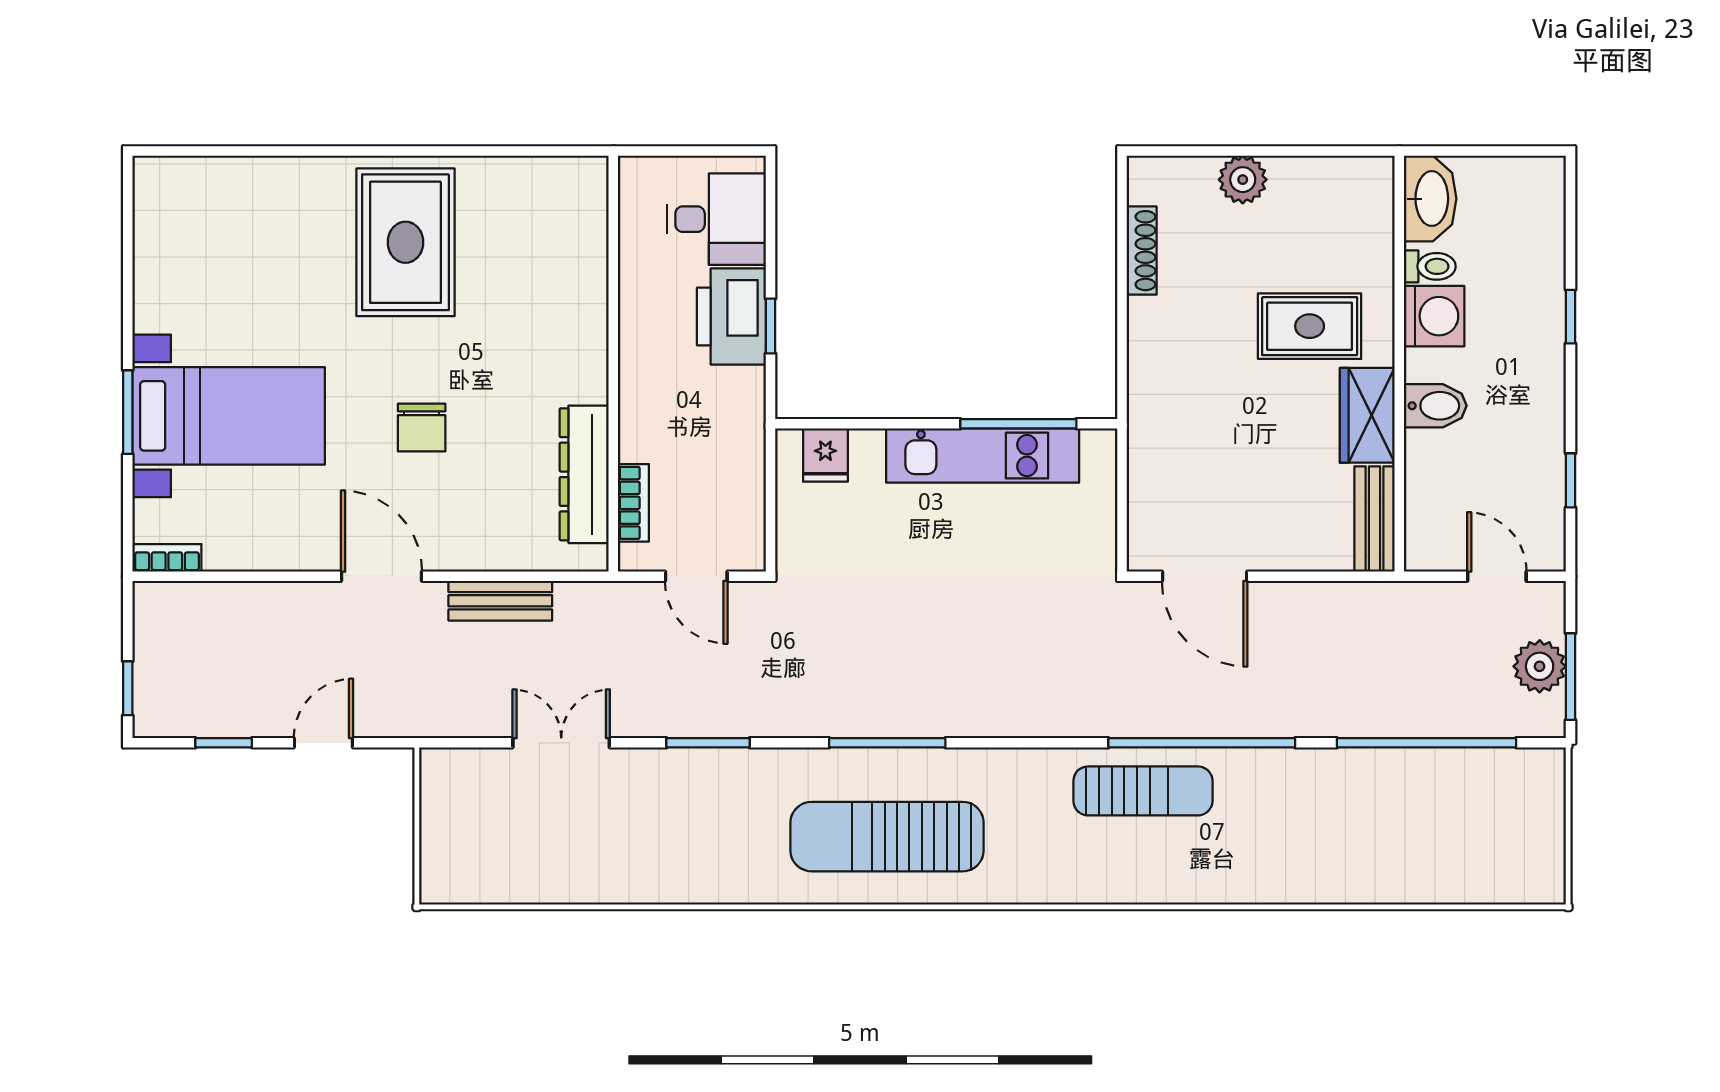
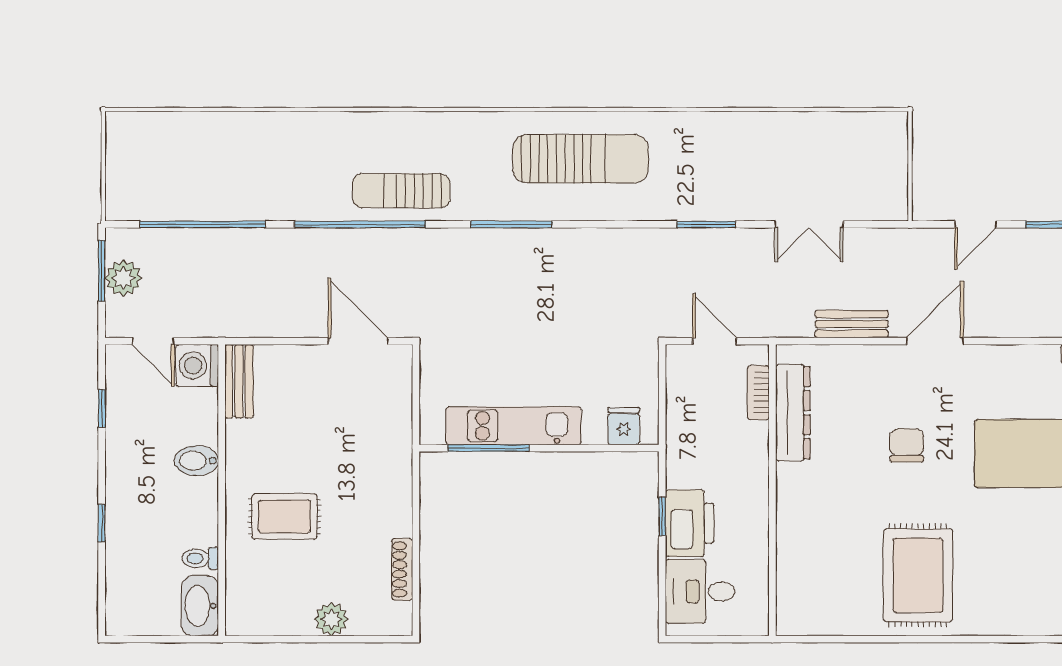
washing machine: (1434, 316) -> (197, 365), moved
wardrobe: (1367, 415) -> (244, 454), removed
door: (382, 576) -> (935, 341), swing flipped
window: (887, 743) -> (511, 224), moved

